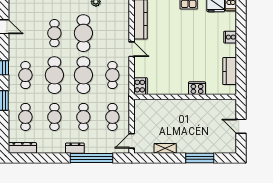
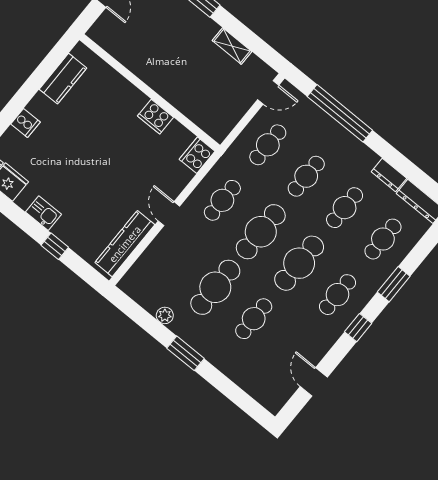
cooker: (197, 88) -> (156, 117), moved
dresser: (75, 148) -> (389, 175), moved

